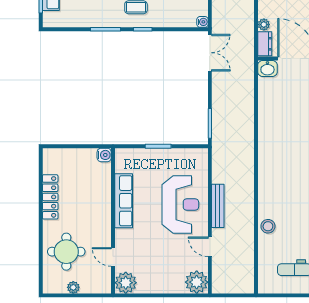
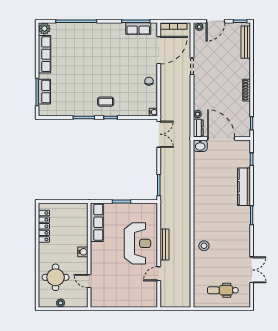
water cooler: (104, 155) -> (83, 252), moved
locker: (50, 197) -> (44, 226), moved
row of seats: (124, 201) -> (97, 222), moved
stool: (268, 226) -> (204, 246), moved
door: (210, 247) -> (159, 274), hinge flipped
plant: (197, 282) -> (149, 299), removed
plant: (126, 283) -> (98, 300), removed

